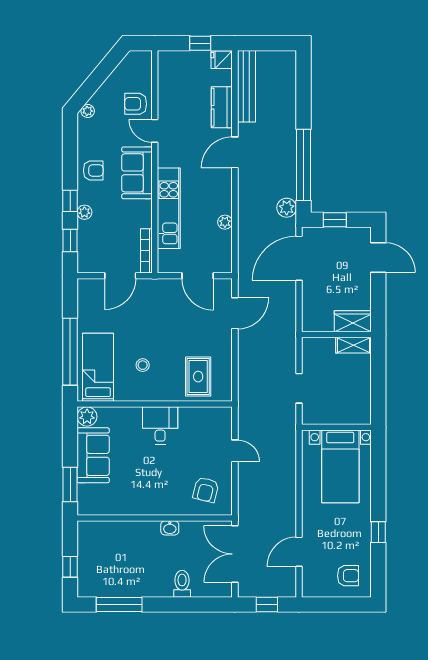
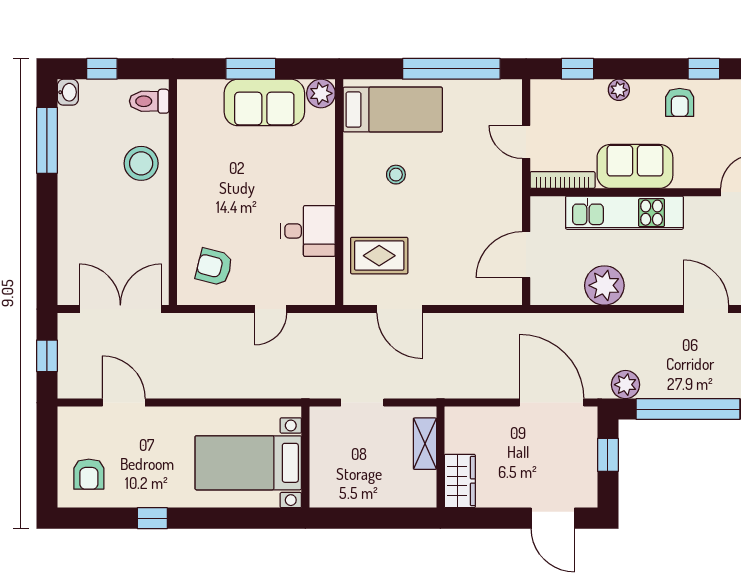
sofa: (137, 173) -> (635, 166), moved
window: (70, 201) -> (704, 69), moved
plant: (225, 222) -> (604, 285), width x1.87, depth x1.87
door: (378, 257) -> (553, 518), hinge flipped
door: (120, 276) -> (526, 142), width x0.73
door: (235, 313) -> (400, 309), moved
shelving: (353, 345) -> (425, 444), moved
window: (70, 352) -> (451, 69), moved
desk: (160, 425) -> (308, 231), moved
window: (70, 485) -> (251, 69), moved
washbasin: (170, 528) -> (68, 92), moved, turned 180
stool: (135, 540) -> (141, 163), added
toilet: (182, 584) -> (149, 101), moved, turned 180

